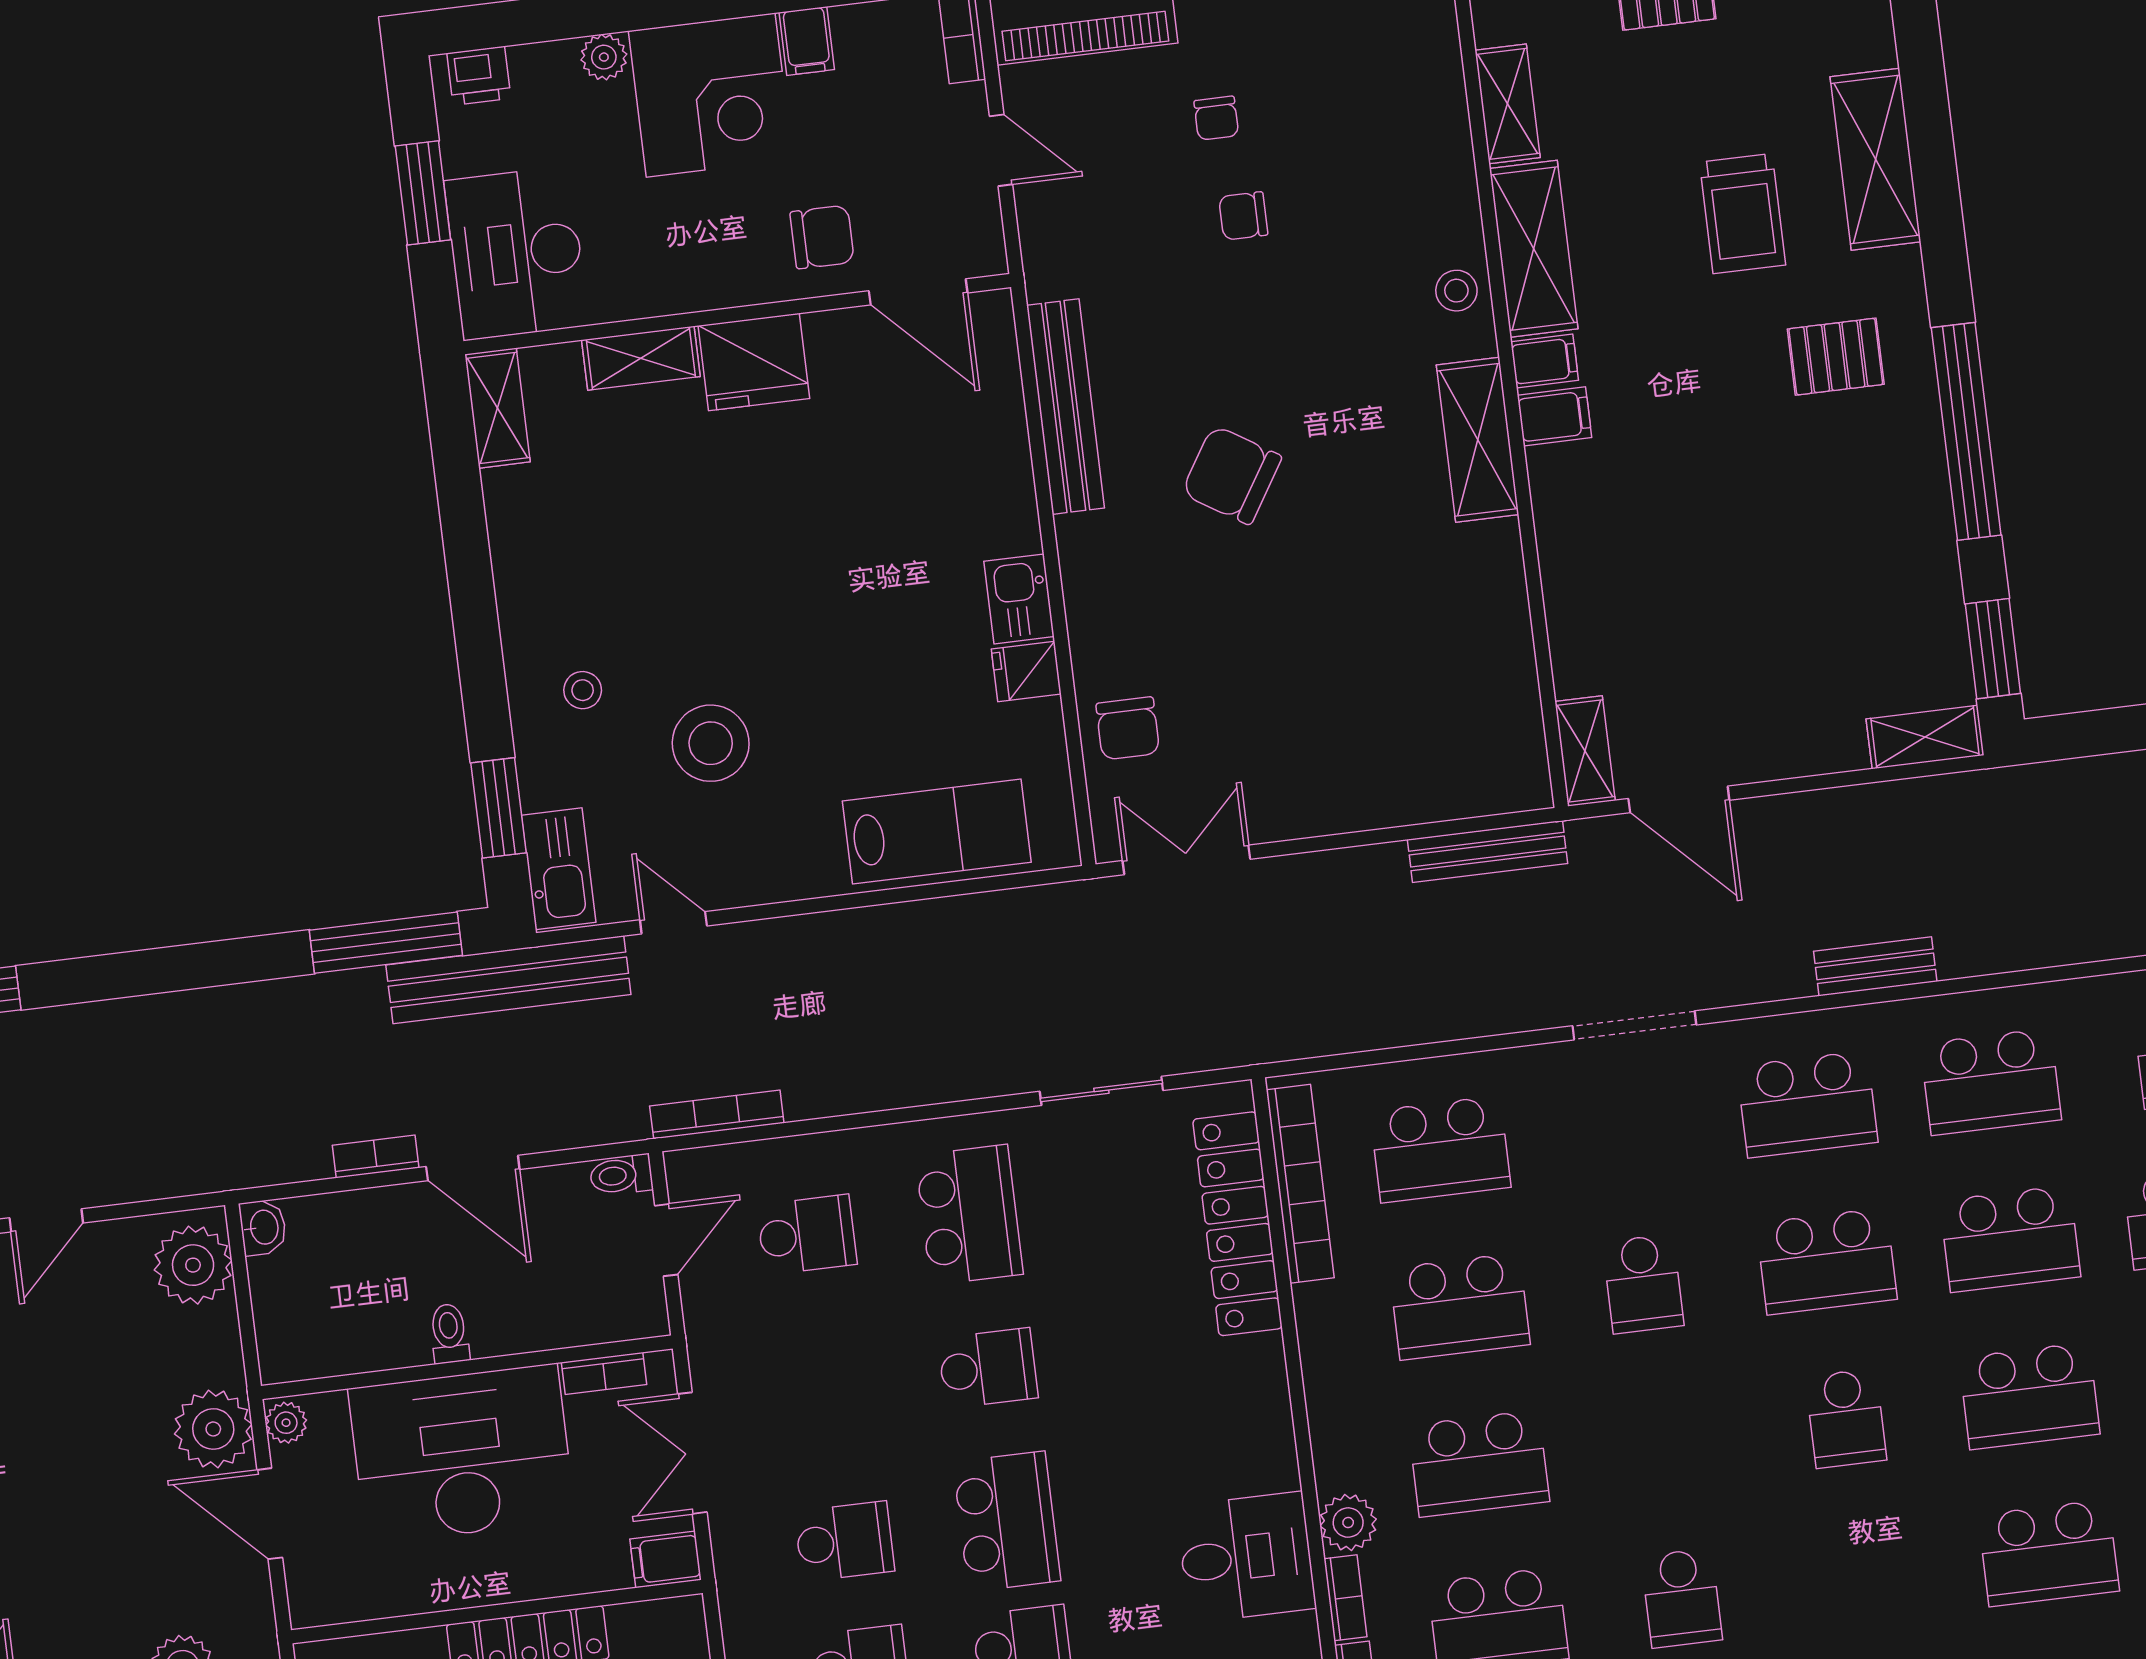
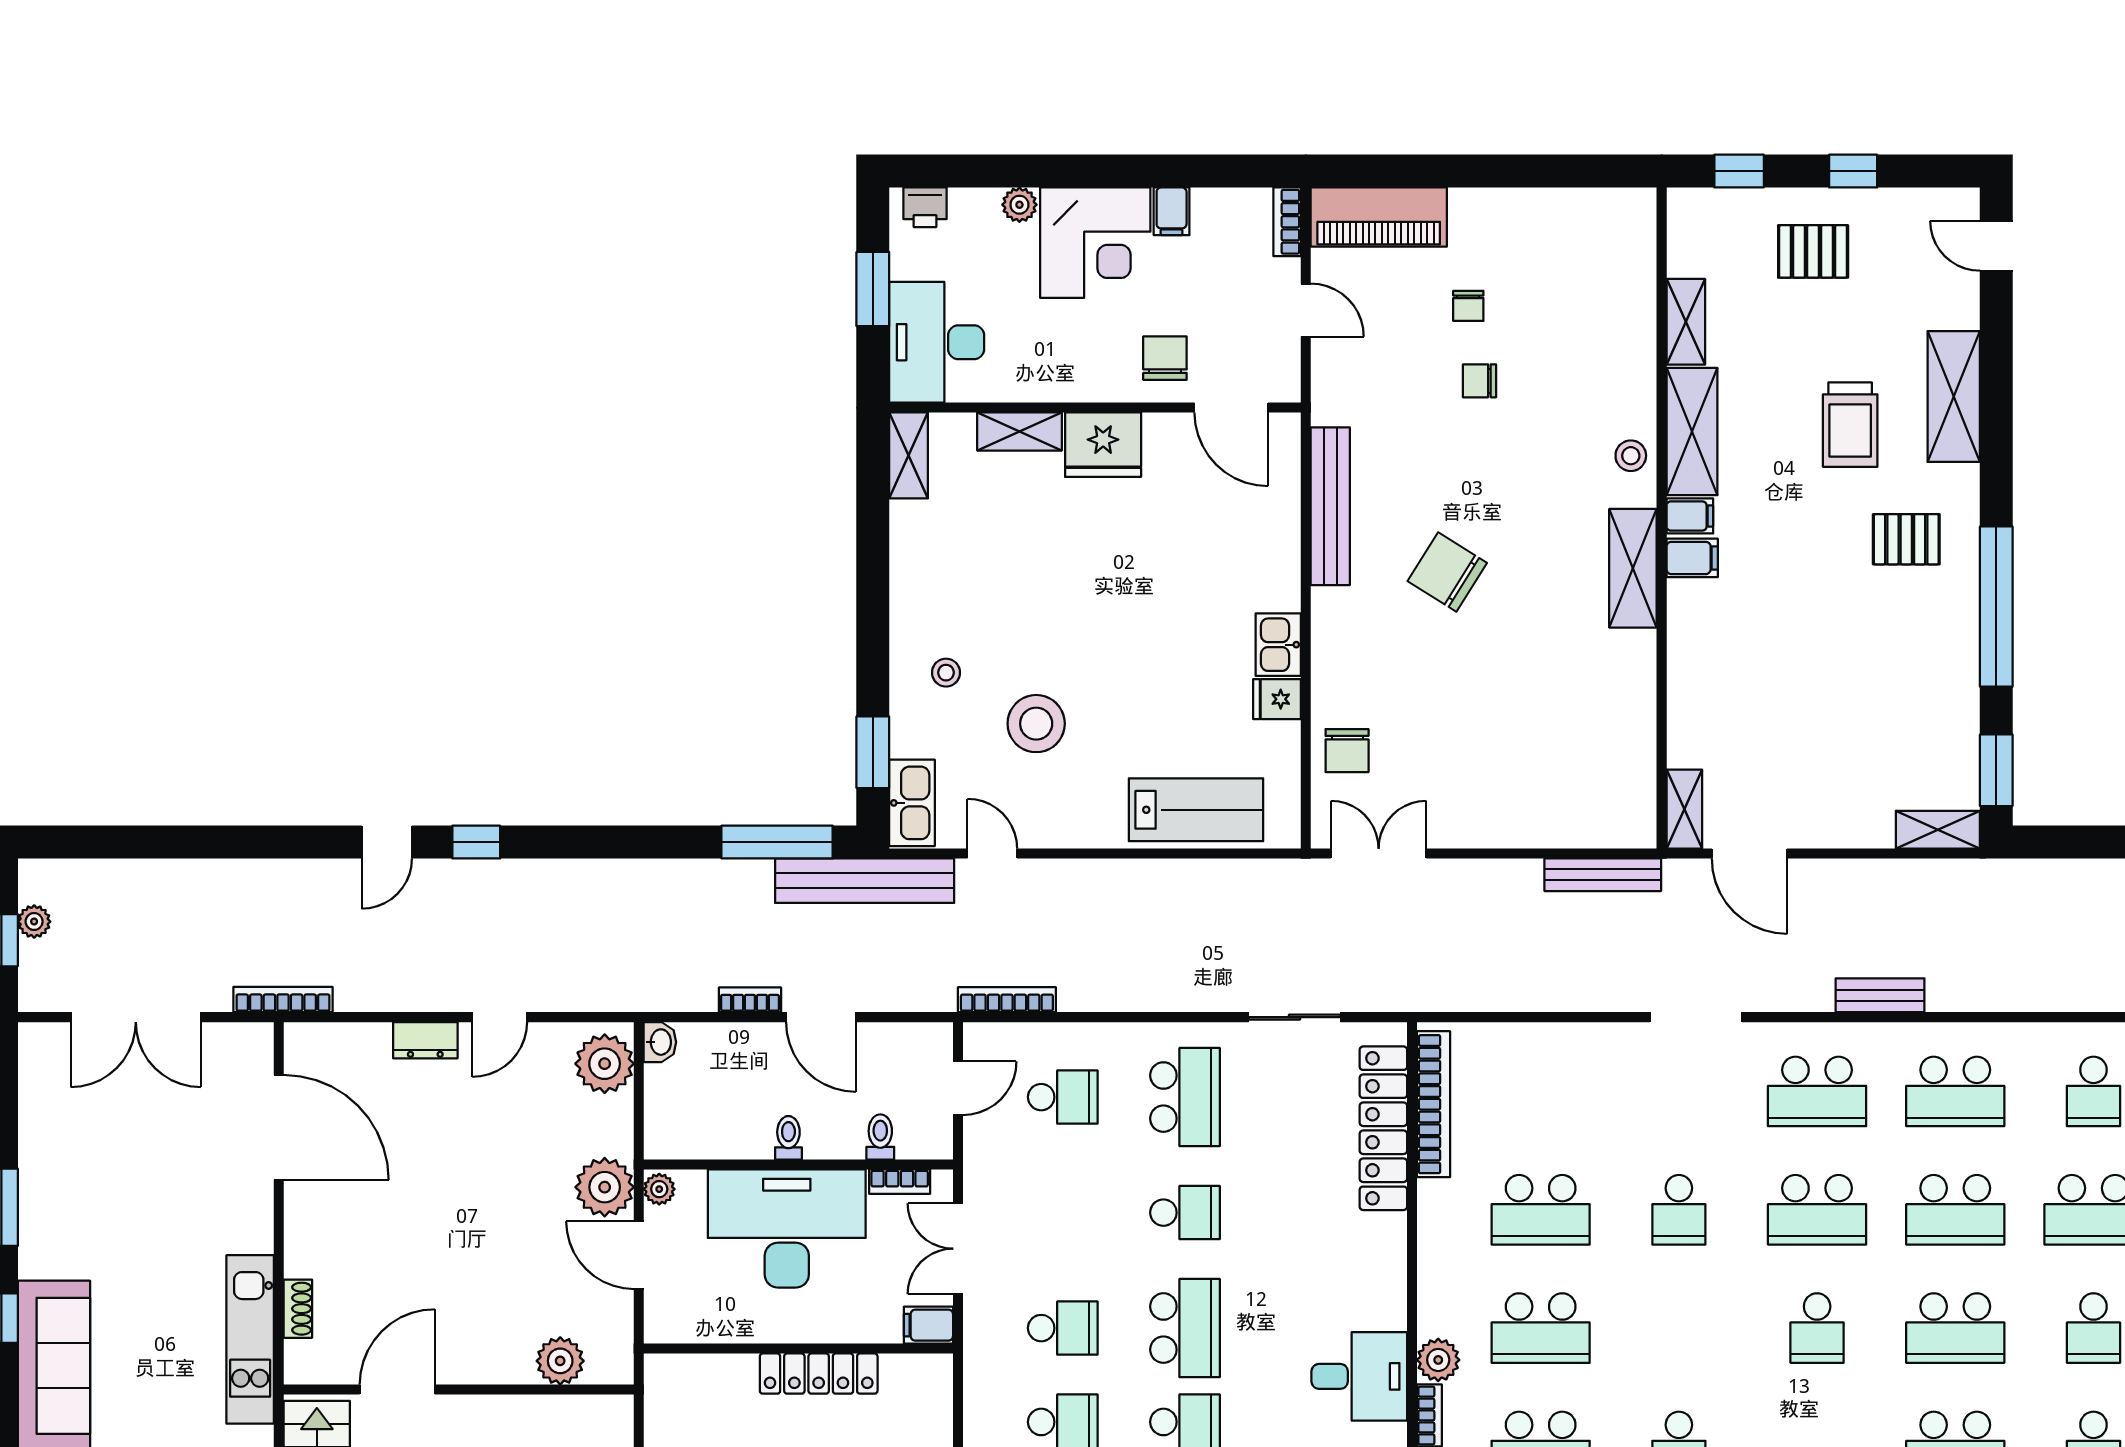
chair: (822, 237) -> (1165, 358), turned -90
school desk: (1440, 1149) -> (1541, 1091), removed
toilet: (621, 1175) -> (880, 1137), moved, turned 90

